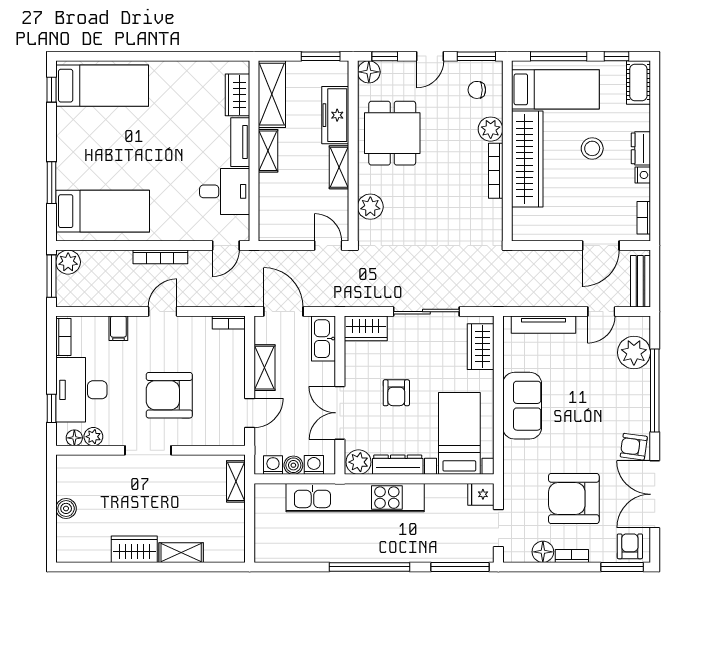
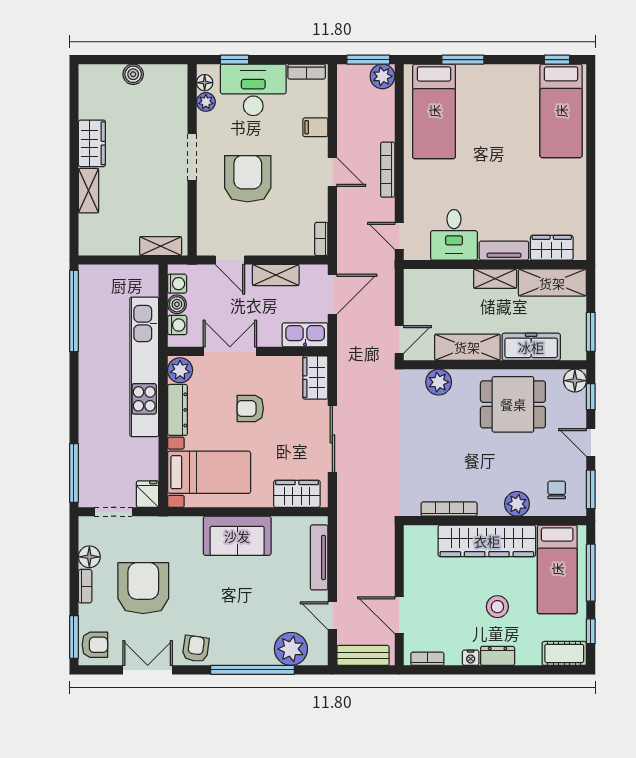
shelving: (339, 167) -> (467, 347), width x1.50, depth x1.33
bookcase: (496, 171) -> (449, 509), moved
double door: (655, 494) -> (148, 670), width x0.73
window: (370, 567) -> (74, 311), moved

